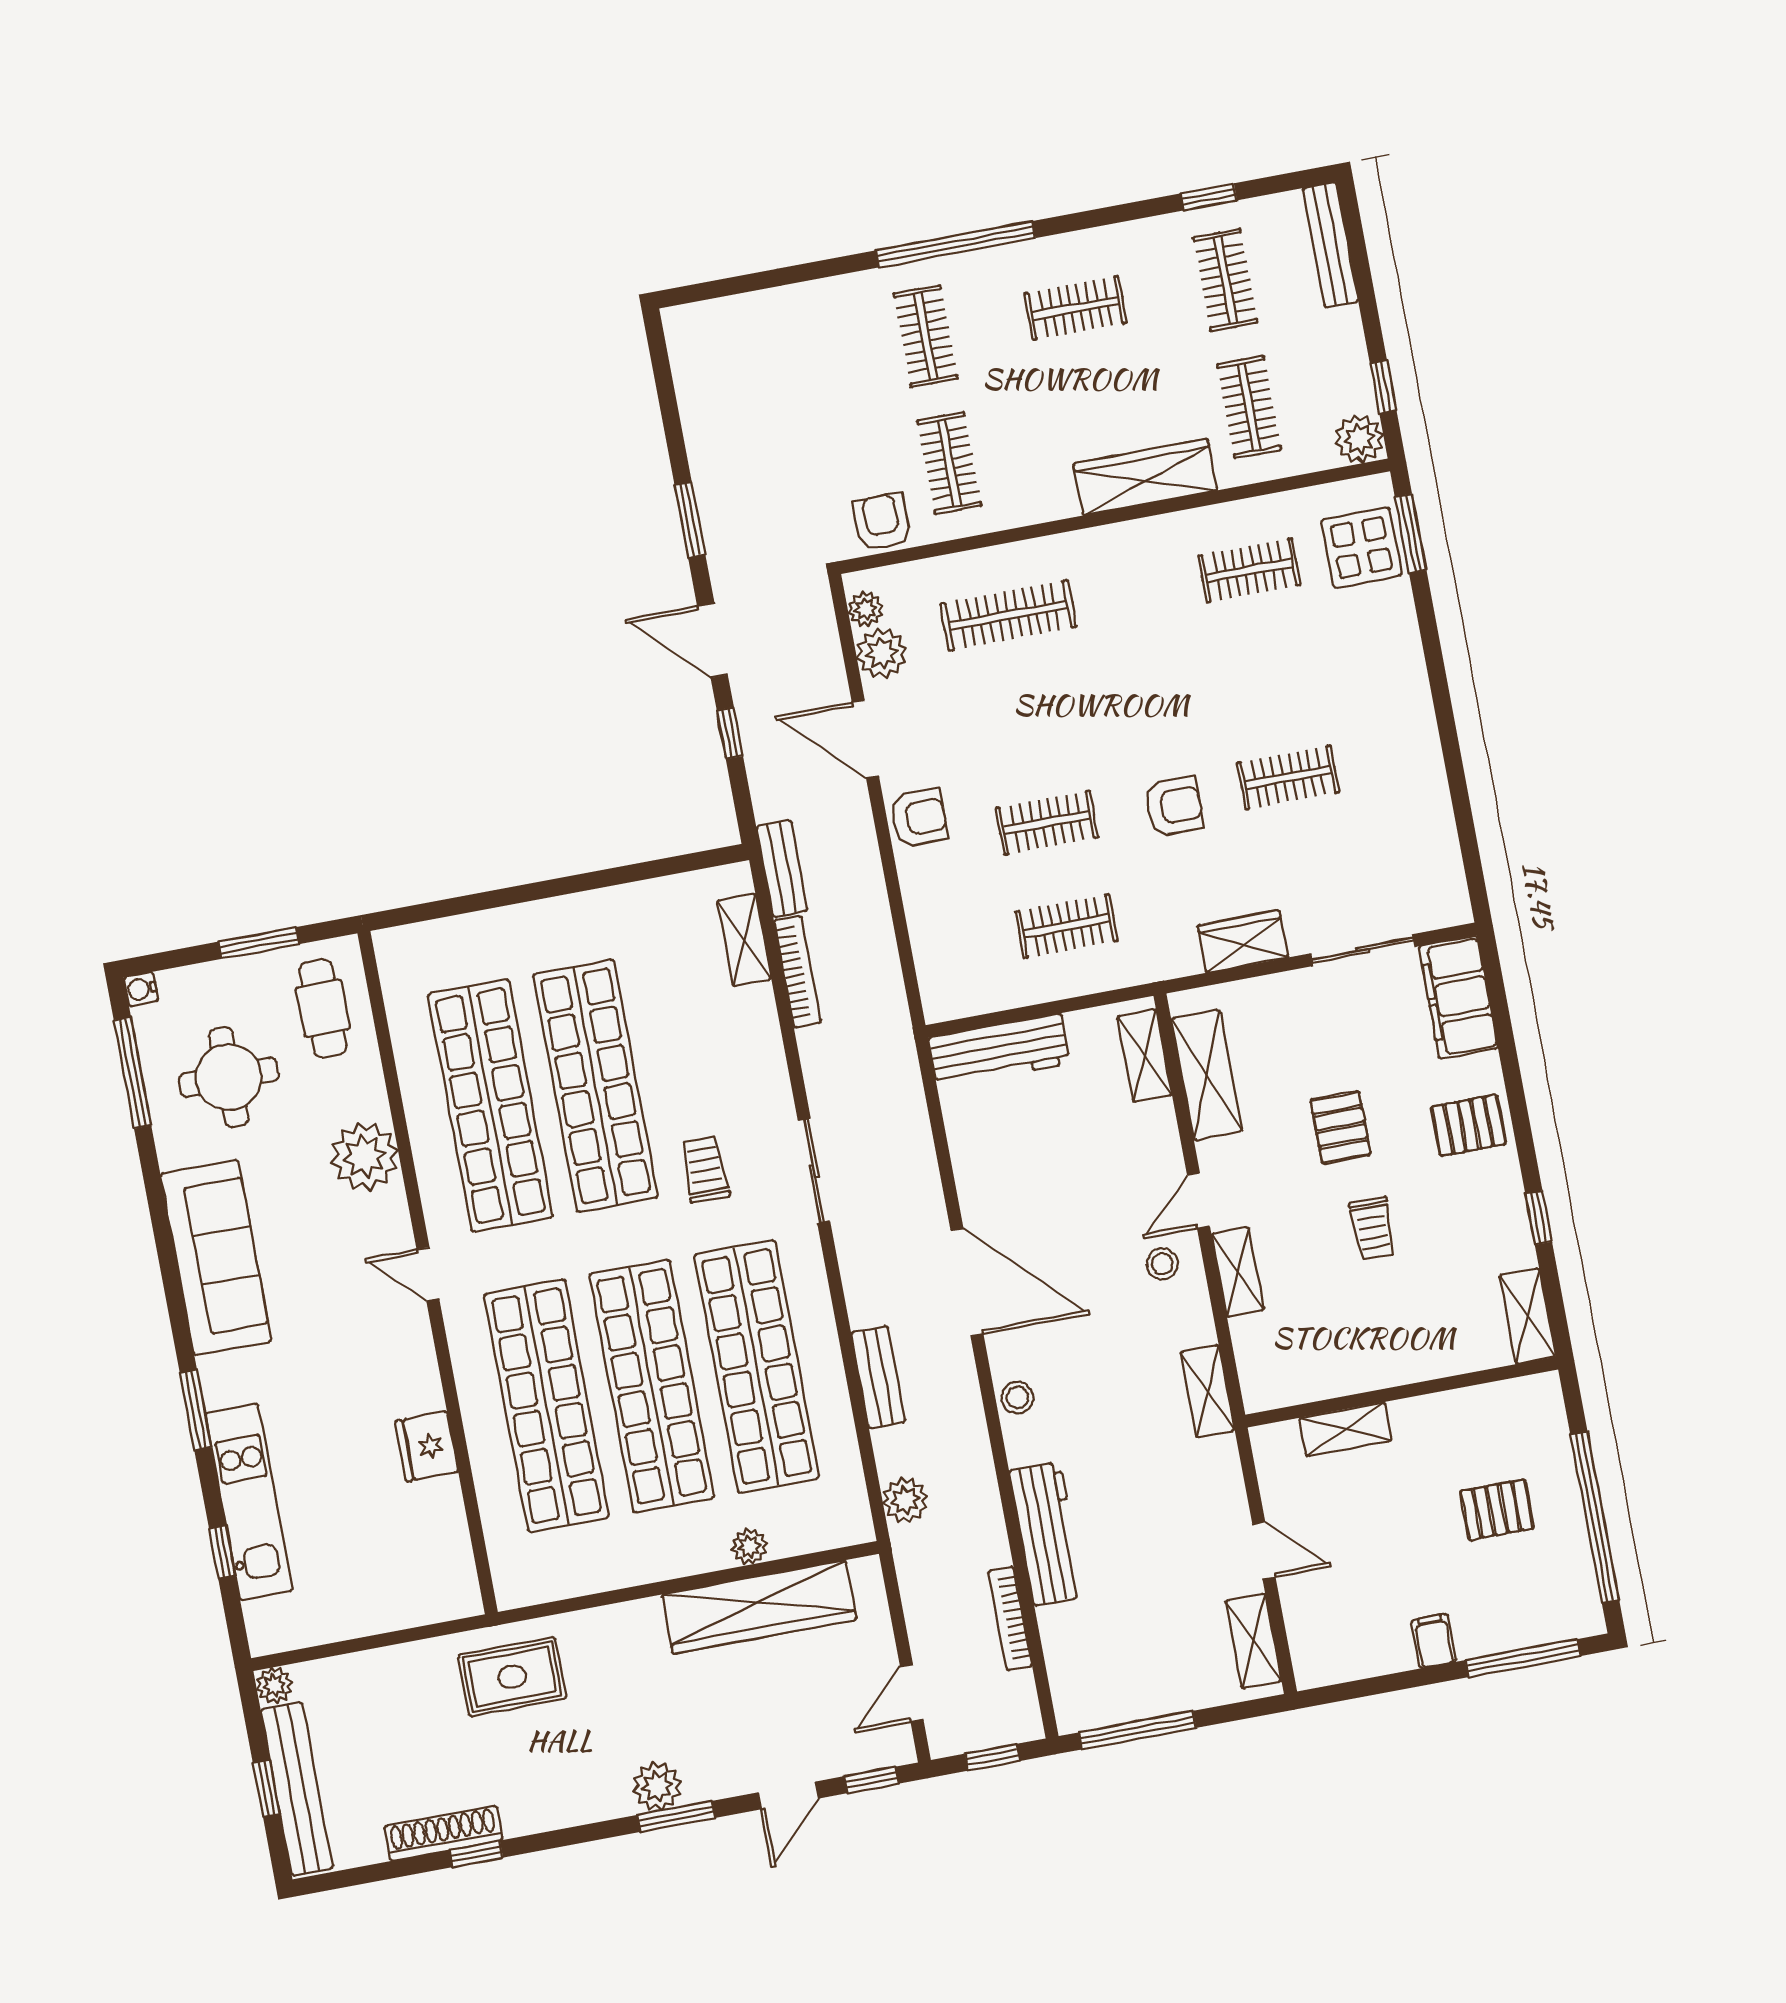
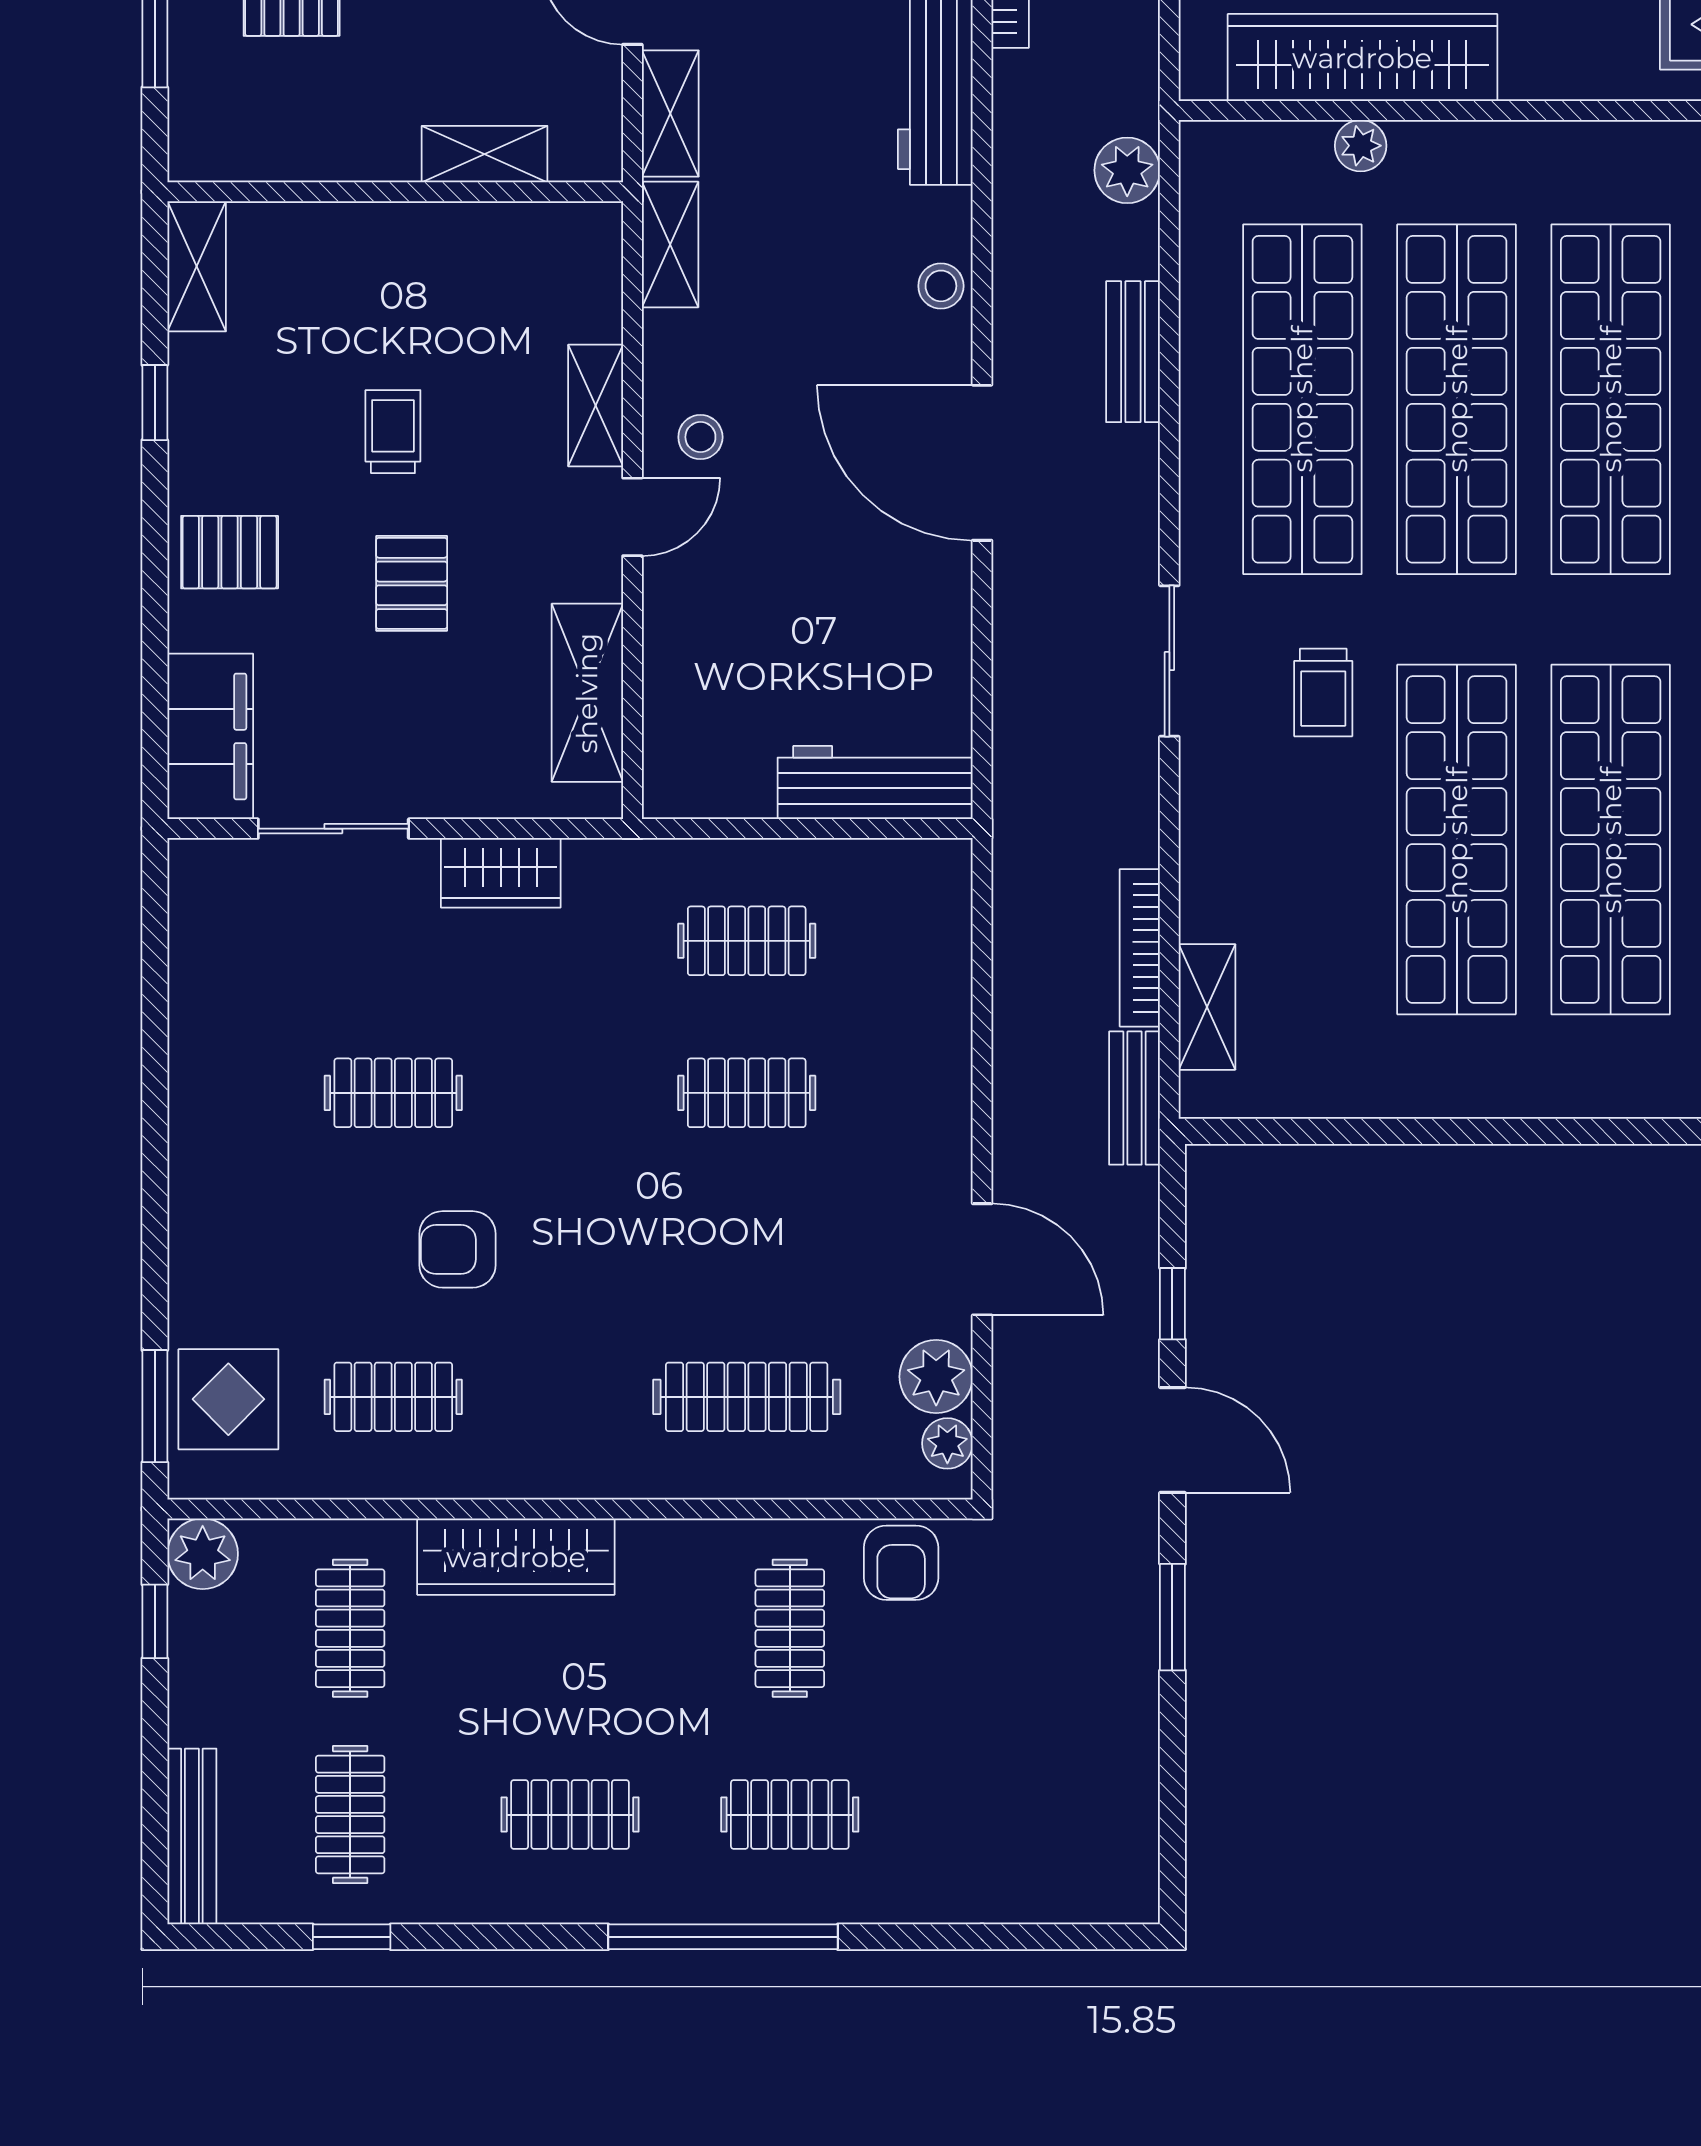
clothes rail: (926, 336) -> (790, 1815), turned 90
armchair: (1174, 806) -> (458, 1249), moved
armchair: (919, 818) -> (927, 1134), removed
shelving: (1145, 1056) -> (670, 114), moved

